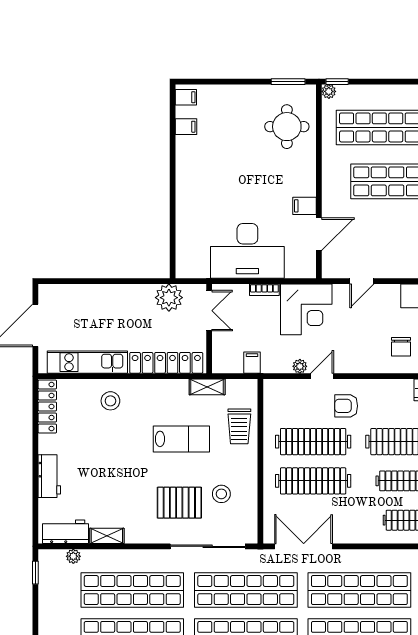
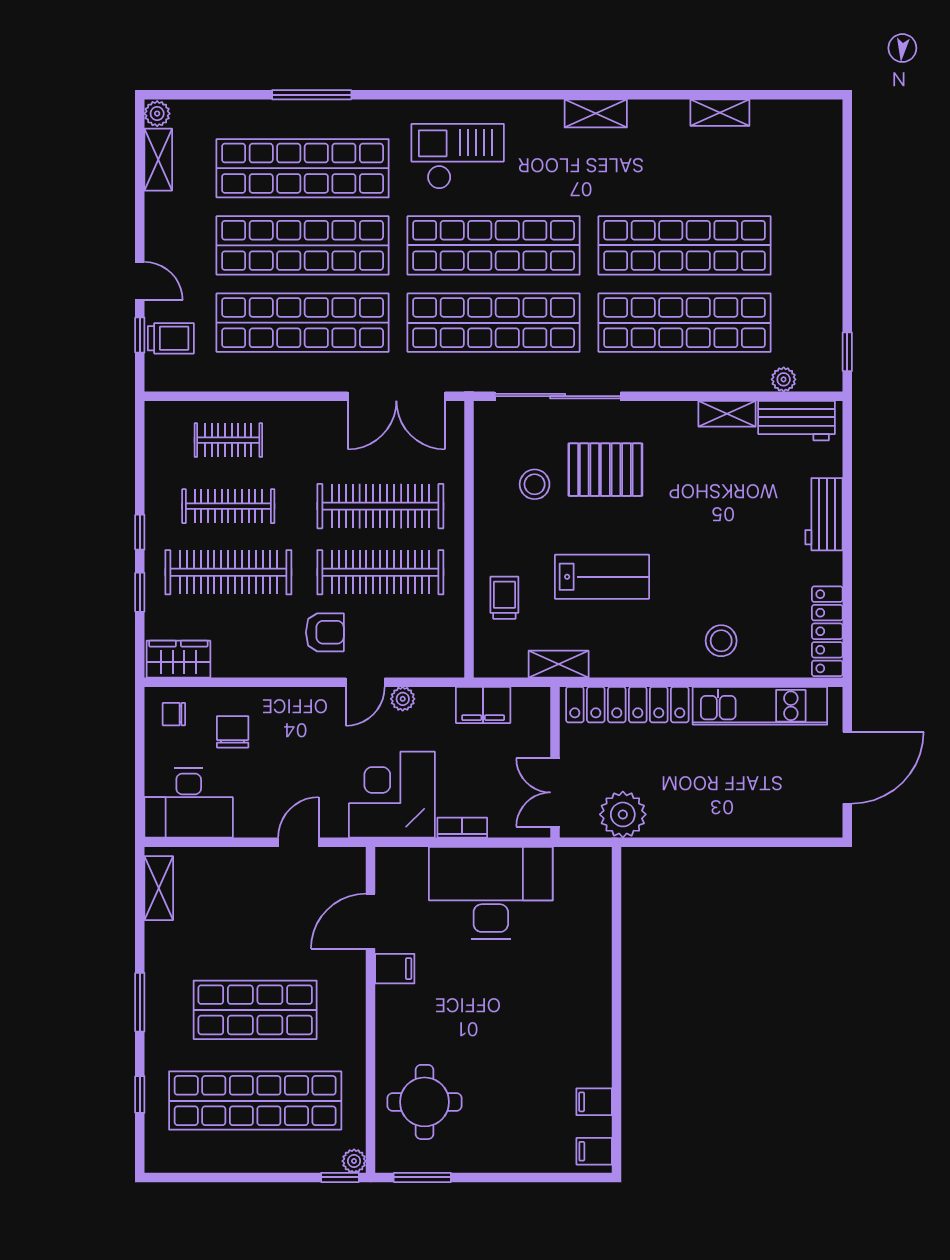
filing cabinet: (252, 363) -> (483, 705), width x2.00
trolley: (239, 426) -> (504, 598), width x0.73, depth x0.72
lab bench: (181, 439) -> (602, 577), turned 180

